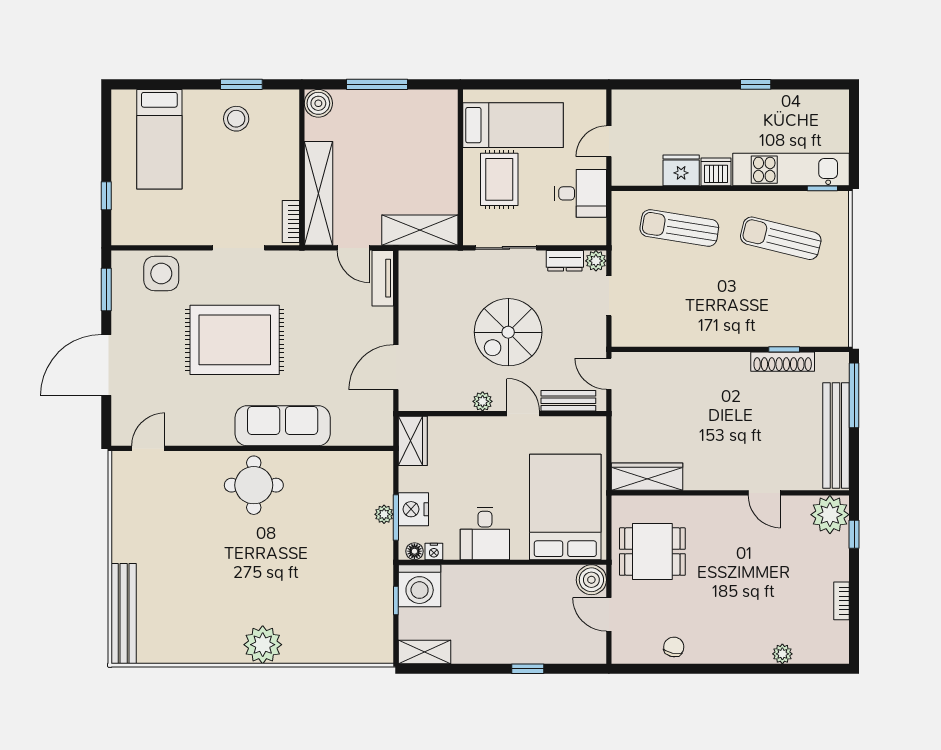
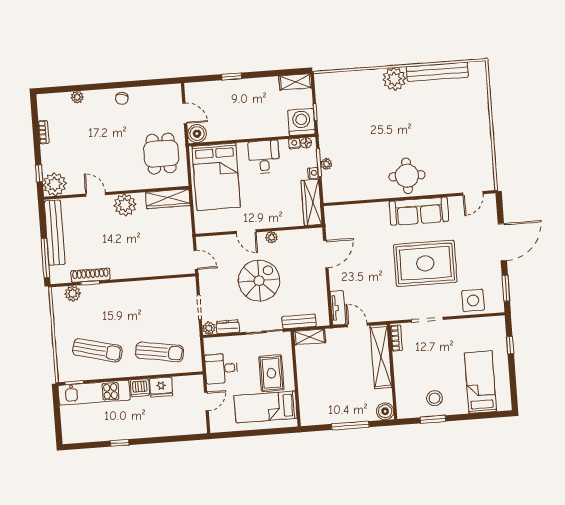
shelving: (420, 230) -> (310, 337), width x0.67, depth x0.75
plant: (814, 334) -> (73, 293), added
bench: (568, 401) -> (299, 321), moved
sofa: (283, 426) -> (419, 211), moved
wardrobe: (413, 441) -> (312, 202), width x1.50
plant: (718, 472) -> (125, 205), added
nightstand: (413, 509) -> (313, 173), width x0.53, depth x0.56
dining table: (652, 552) -> (161, 154), turned 90
bench: (124, 614) -> (437, 72), moved, turned 90
chair: (674, 647) -> (122, 98), moved

